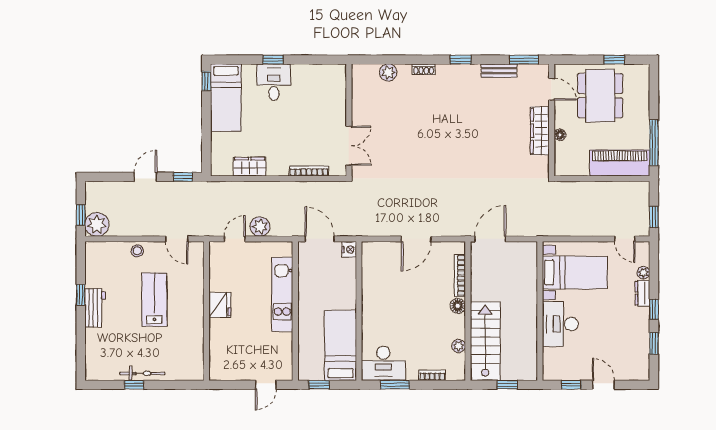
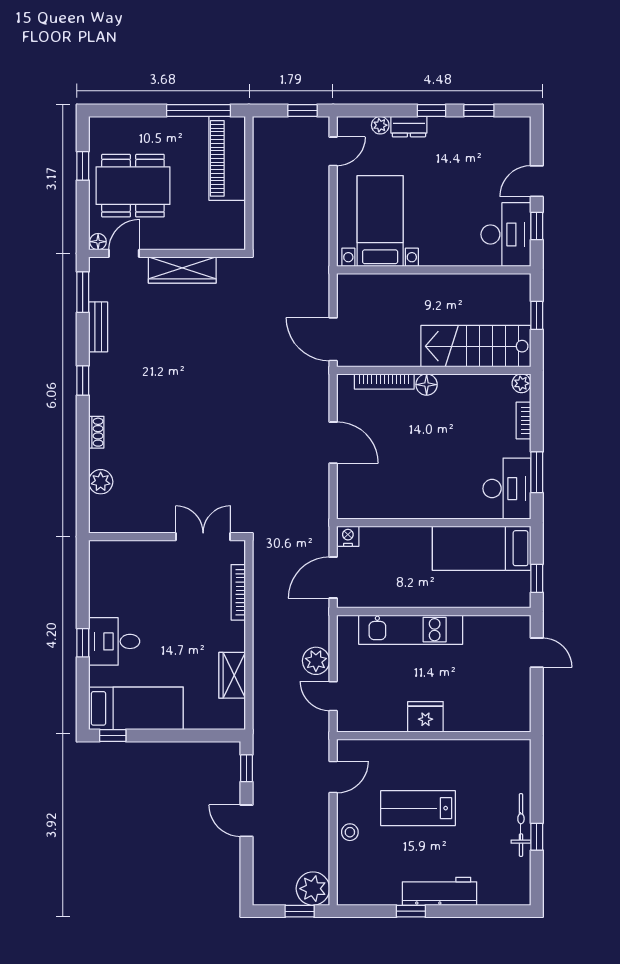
floor lamp: (560, 135) -> (98, 242), moved
workbench: (95, 308) -> (439, 891), width x1.38
desk: (560, 324) -> (506, 234), moved, turned -90
plant: (459, 346) -> (522, 383), moved

